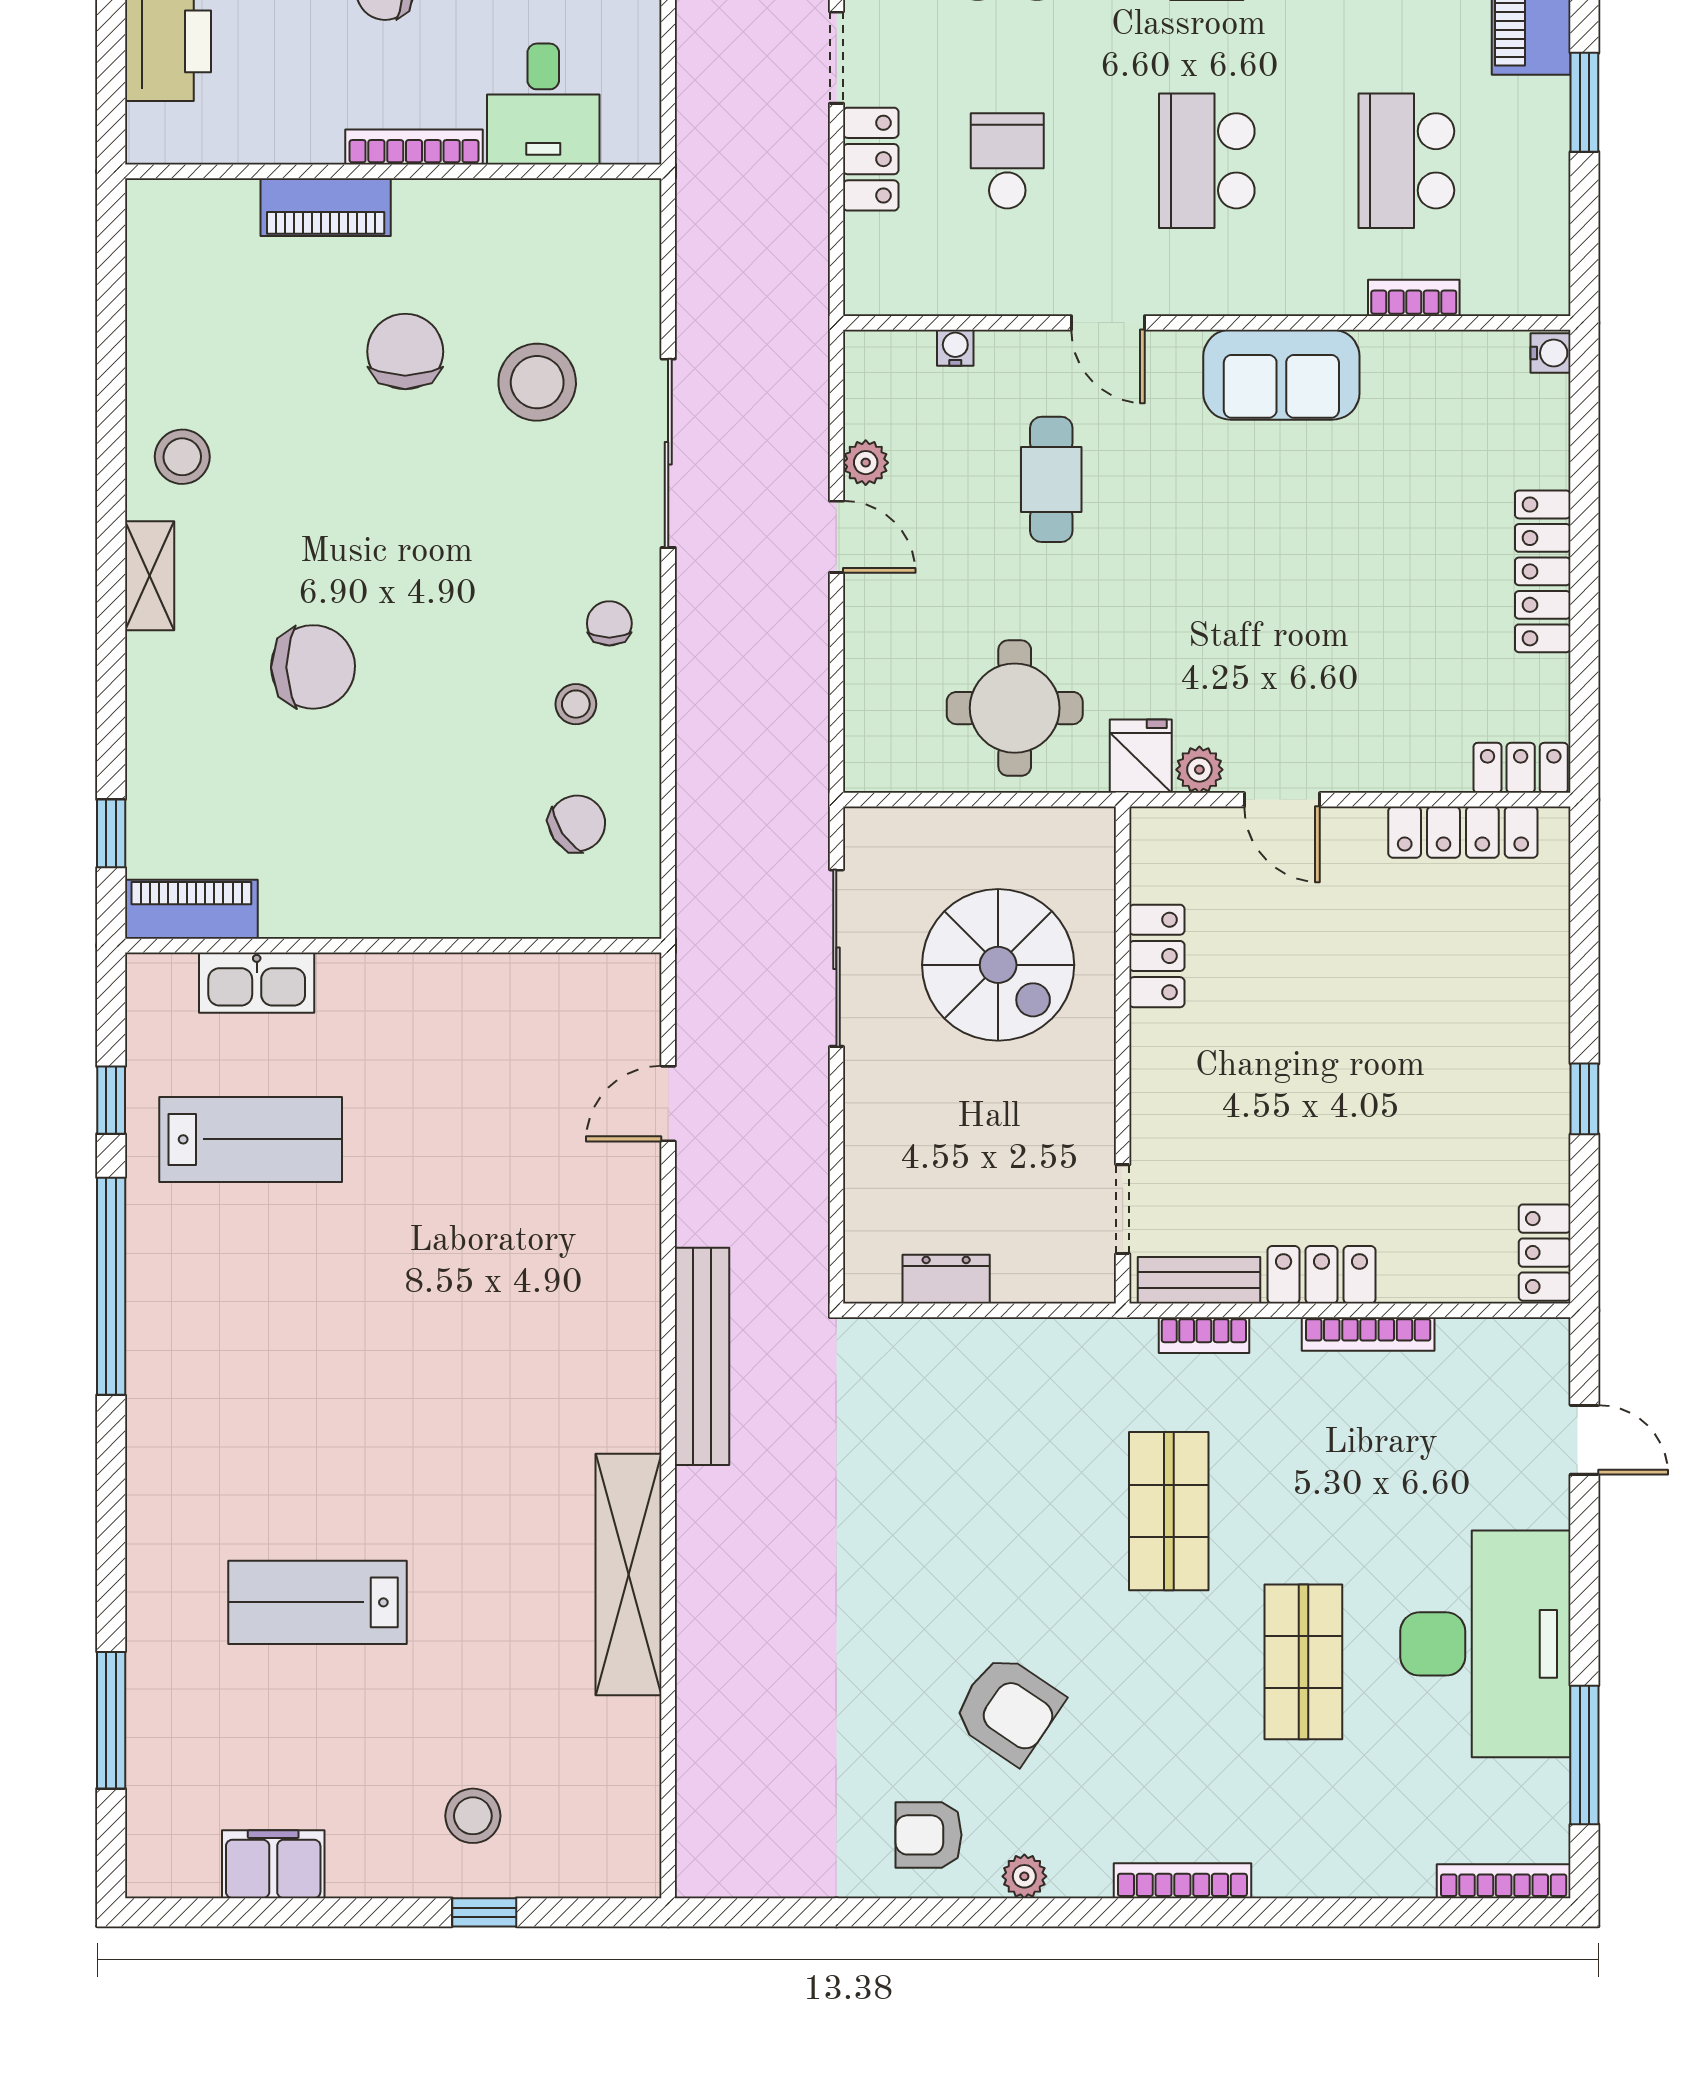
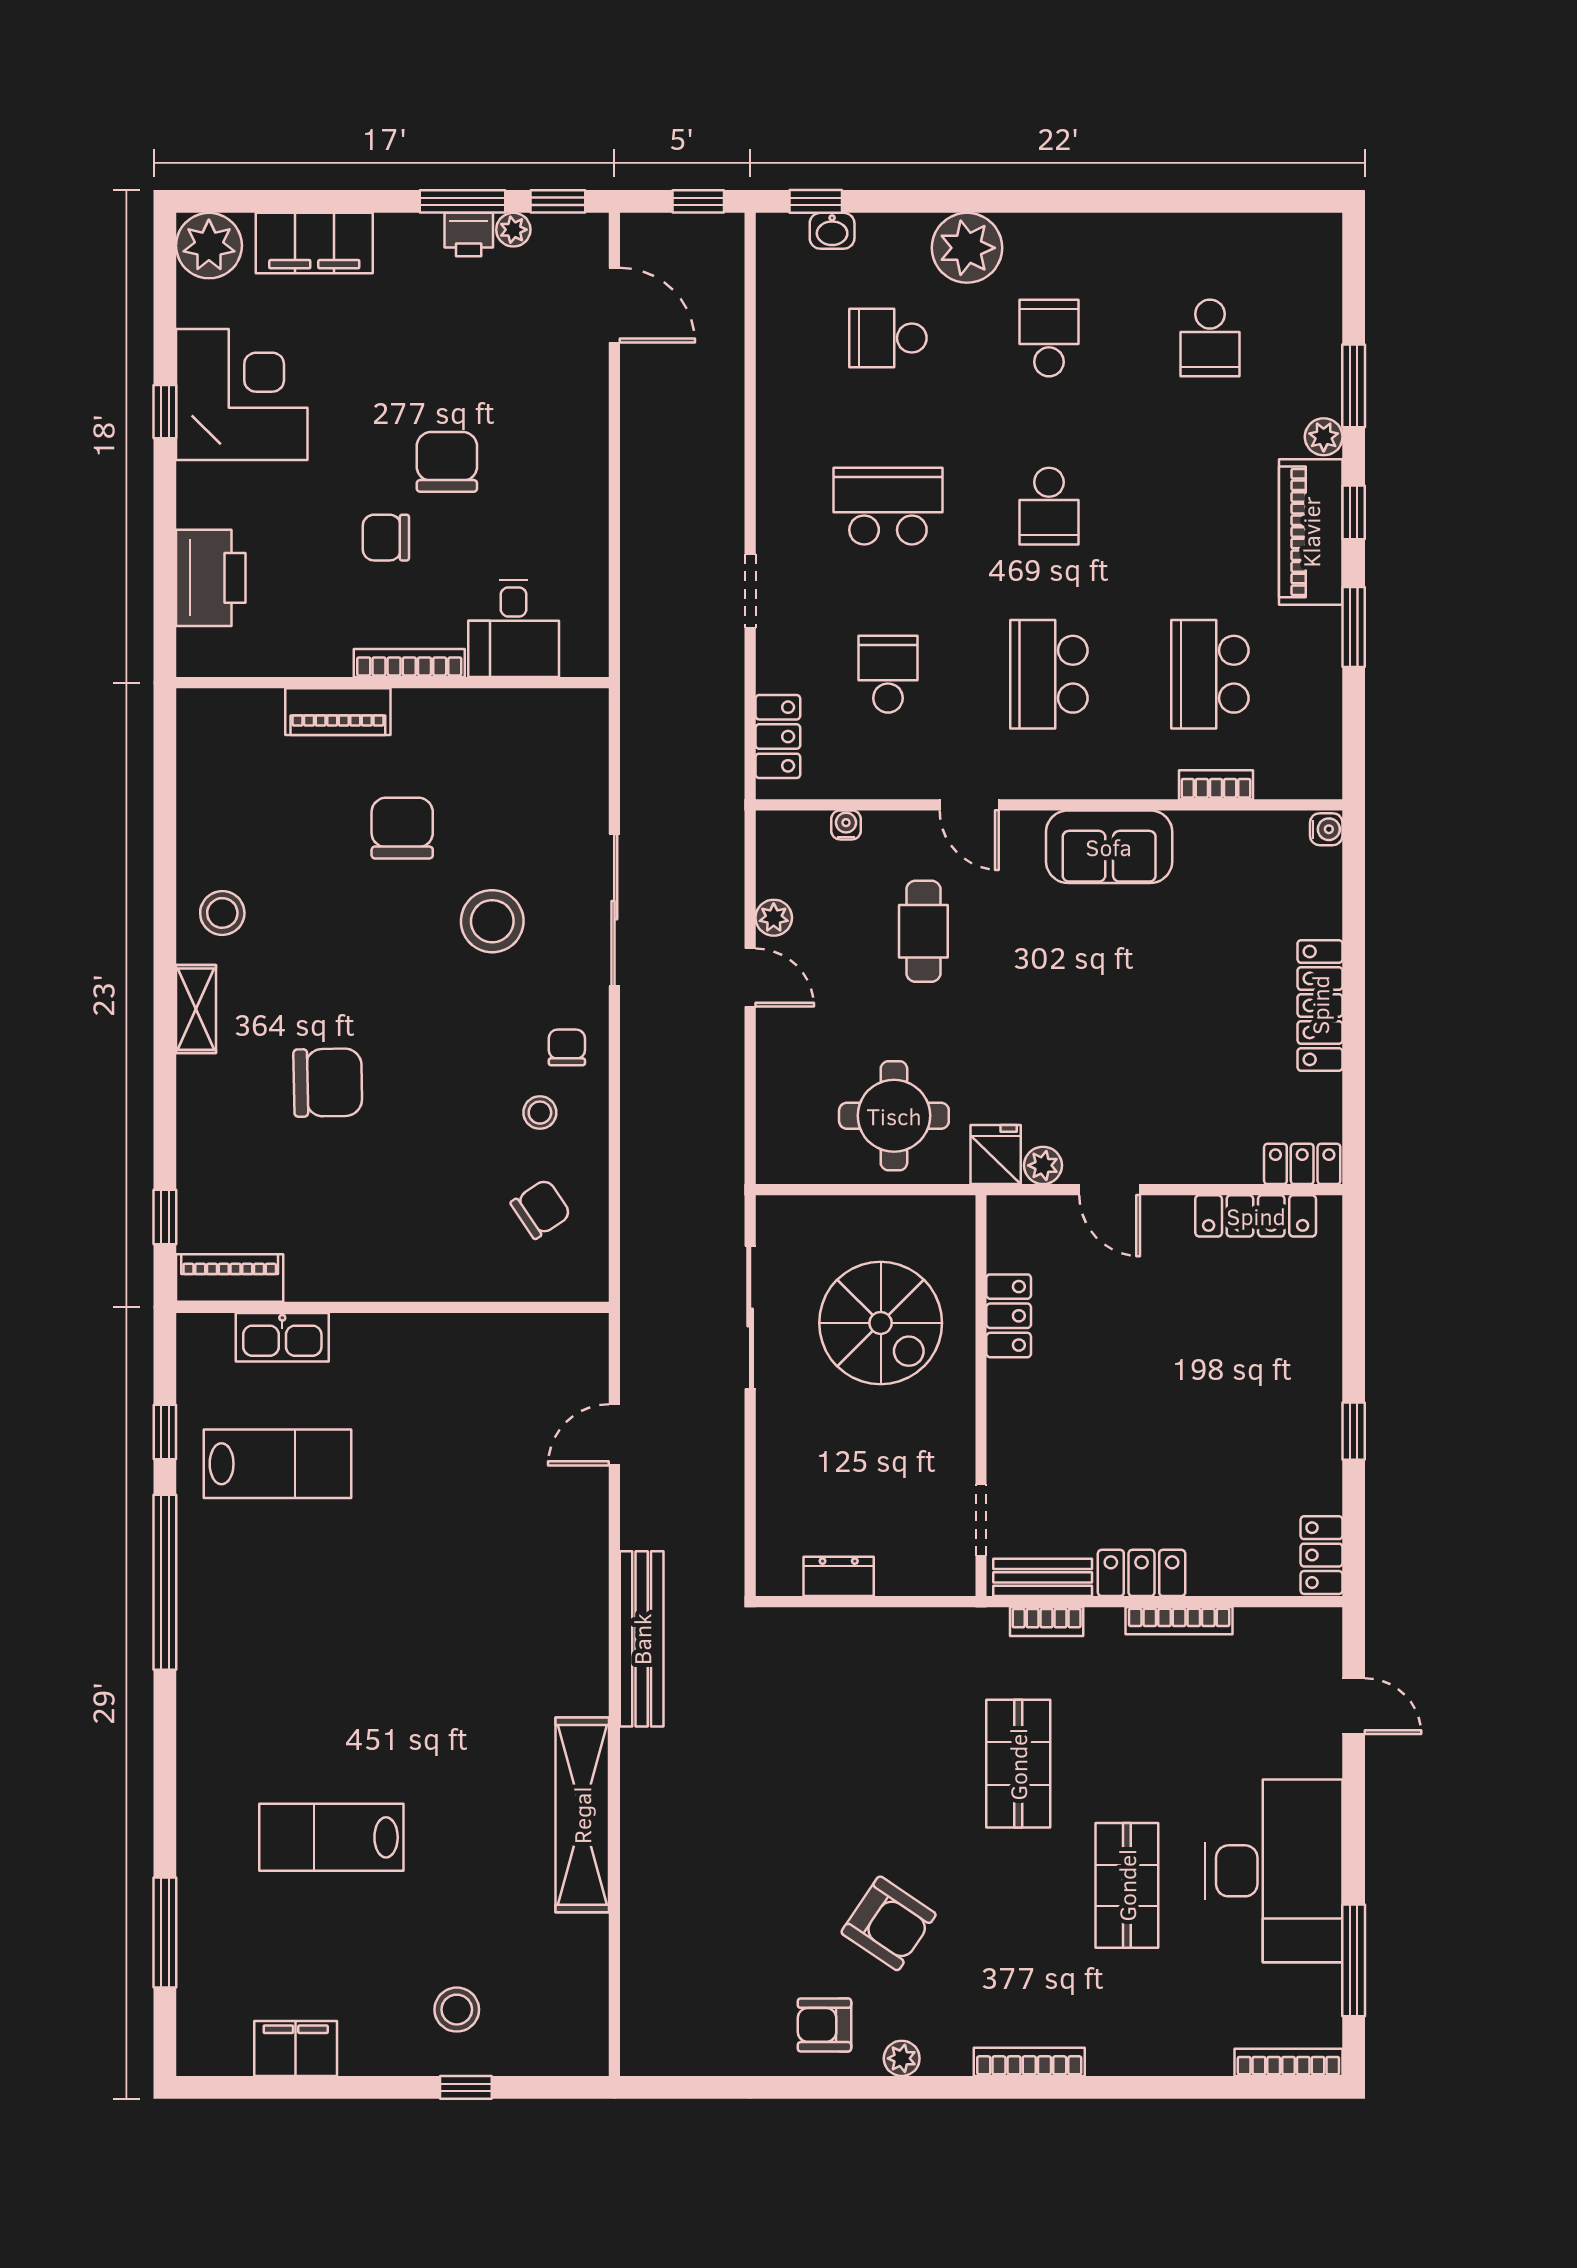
locker: (871, 159) -> (778, 737), moved
stool: (537, 382) -> (492, 921), moved

